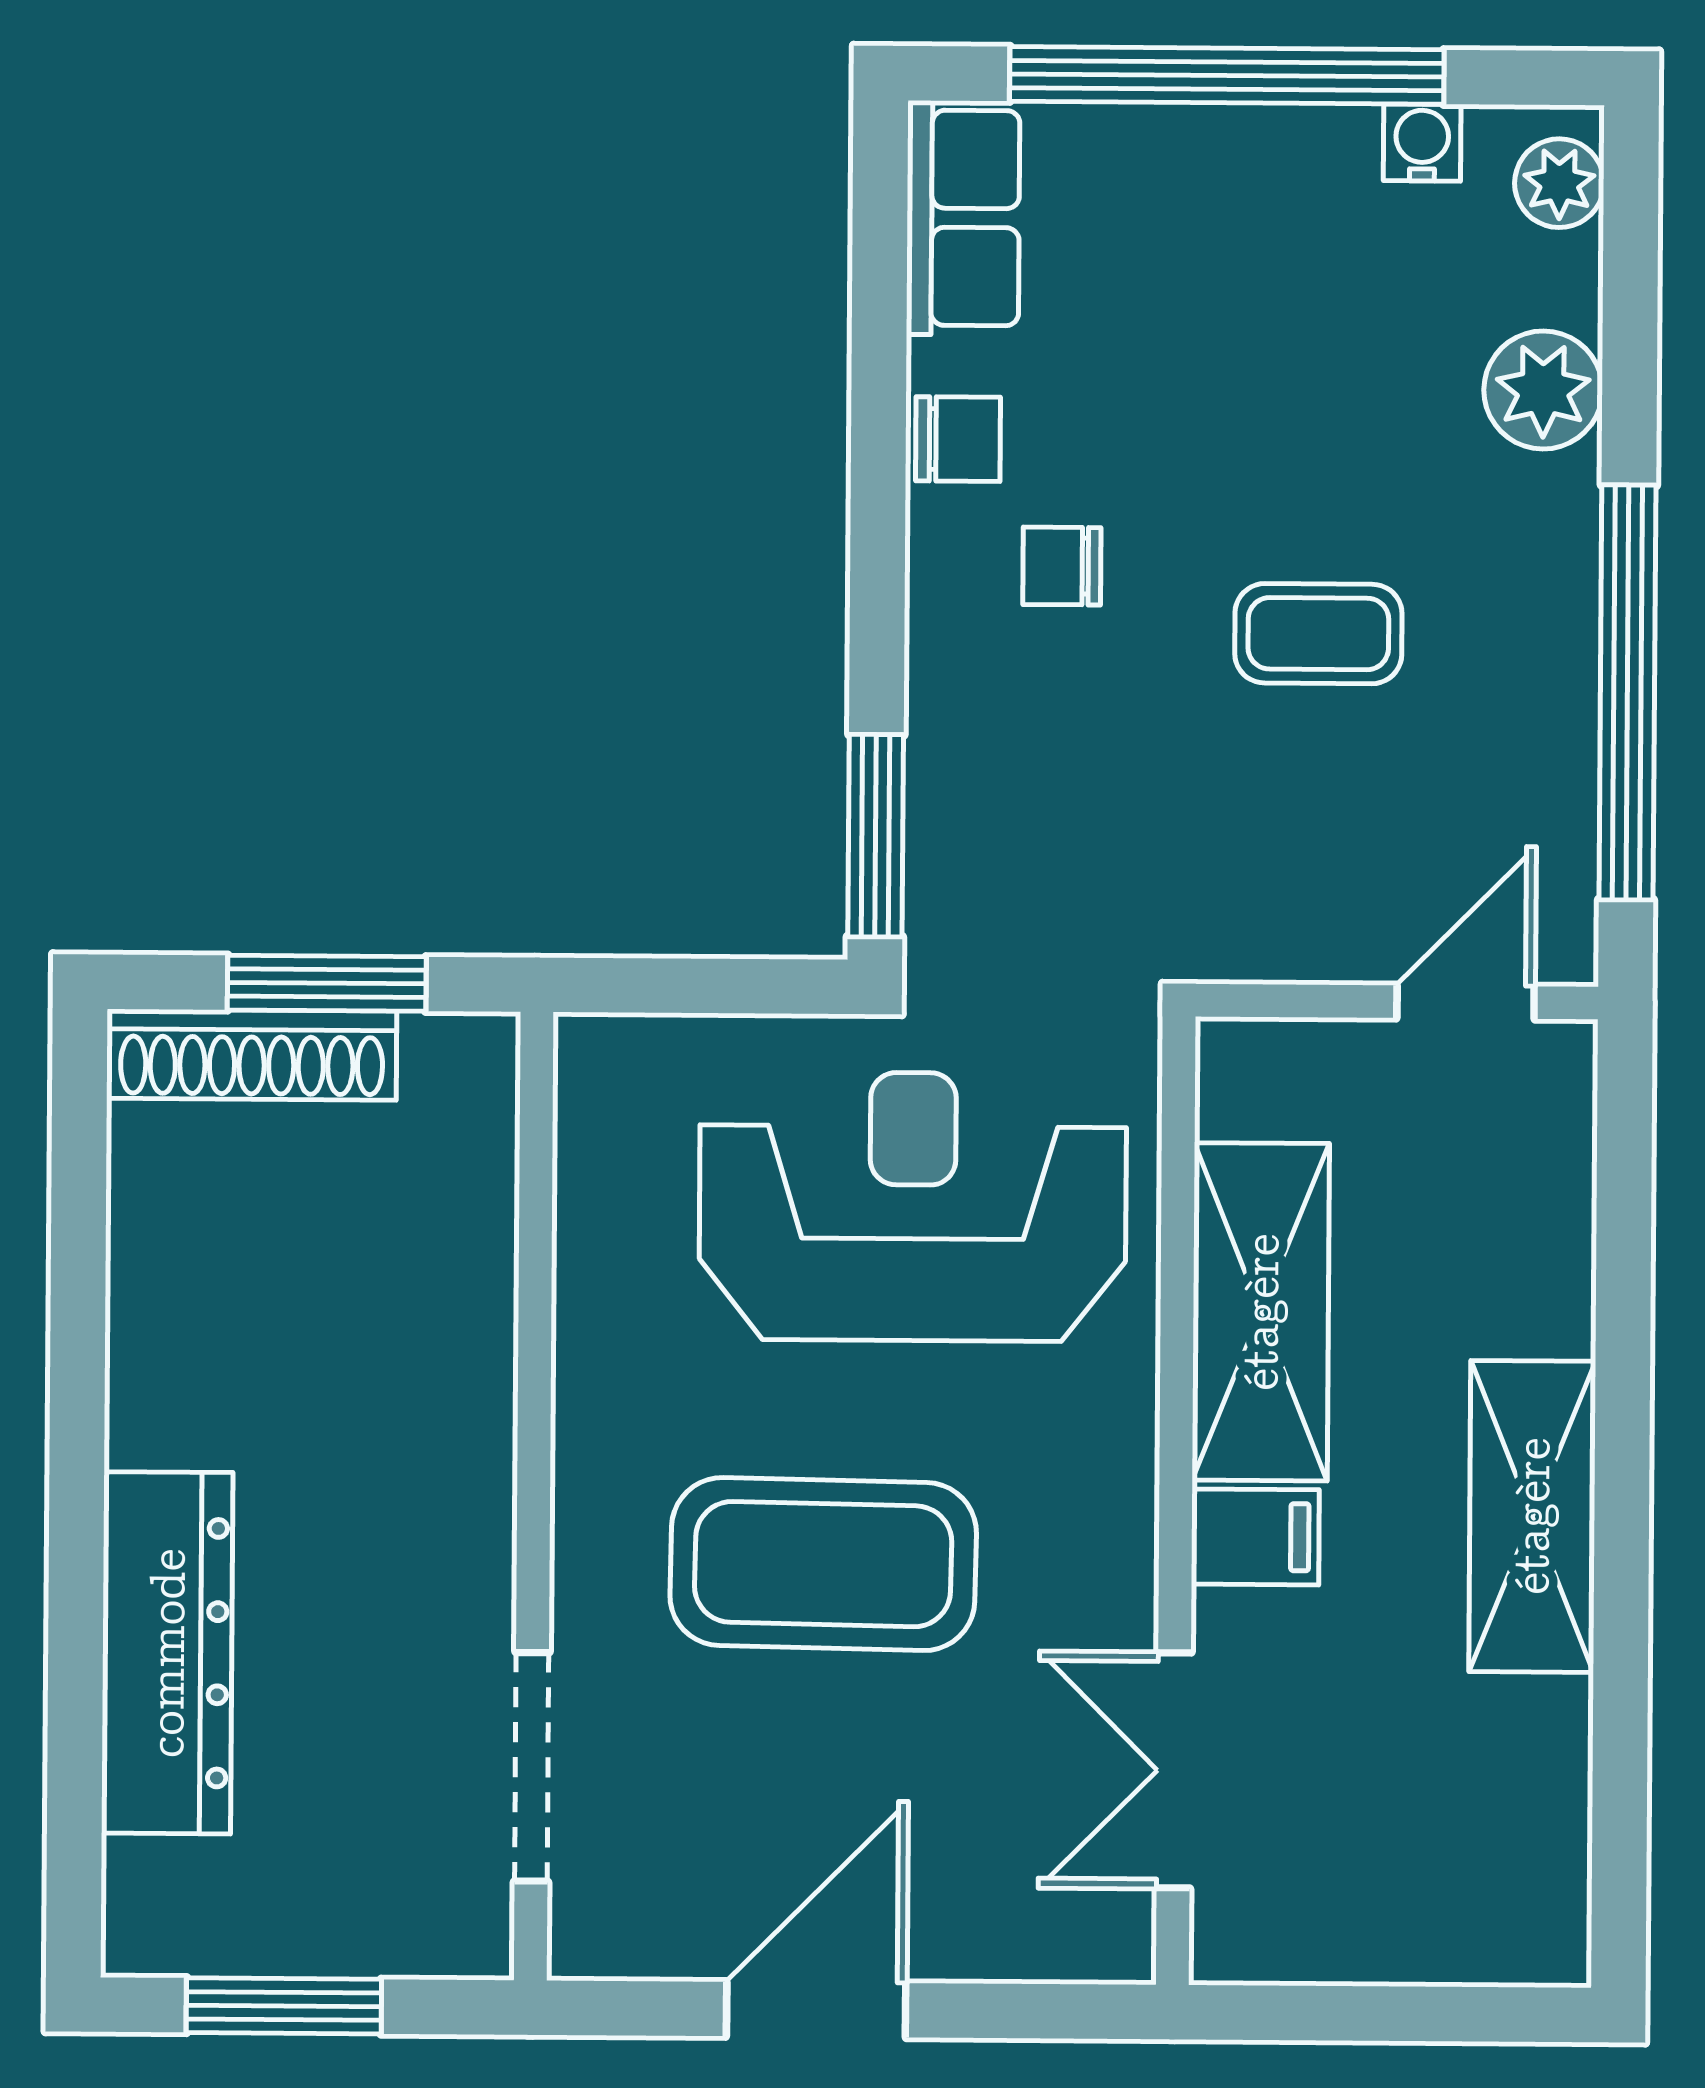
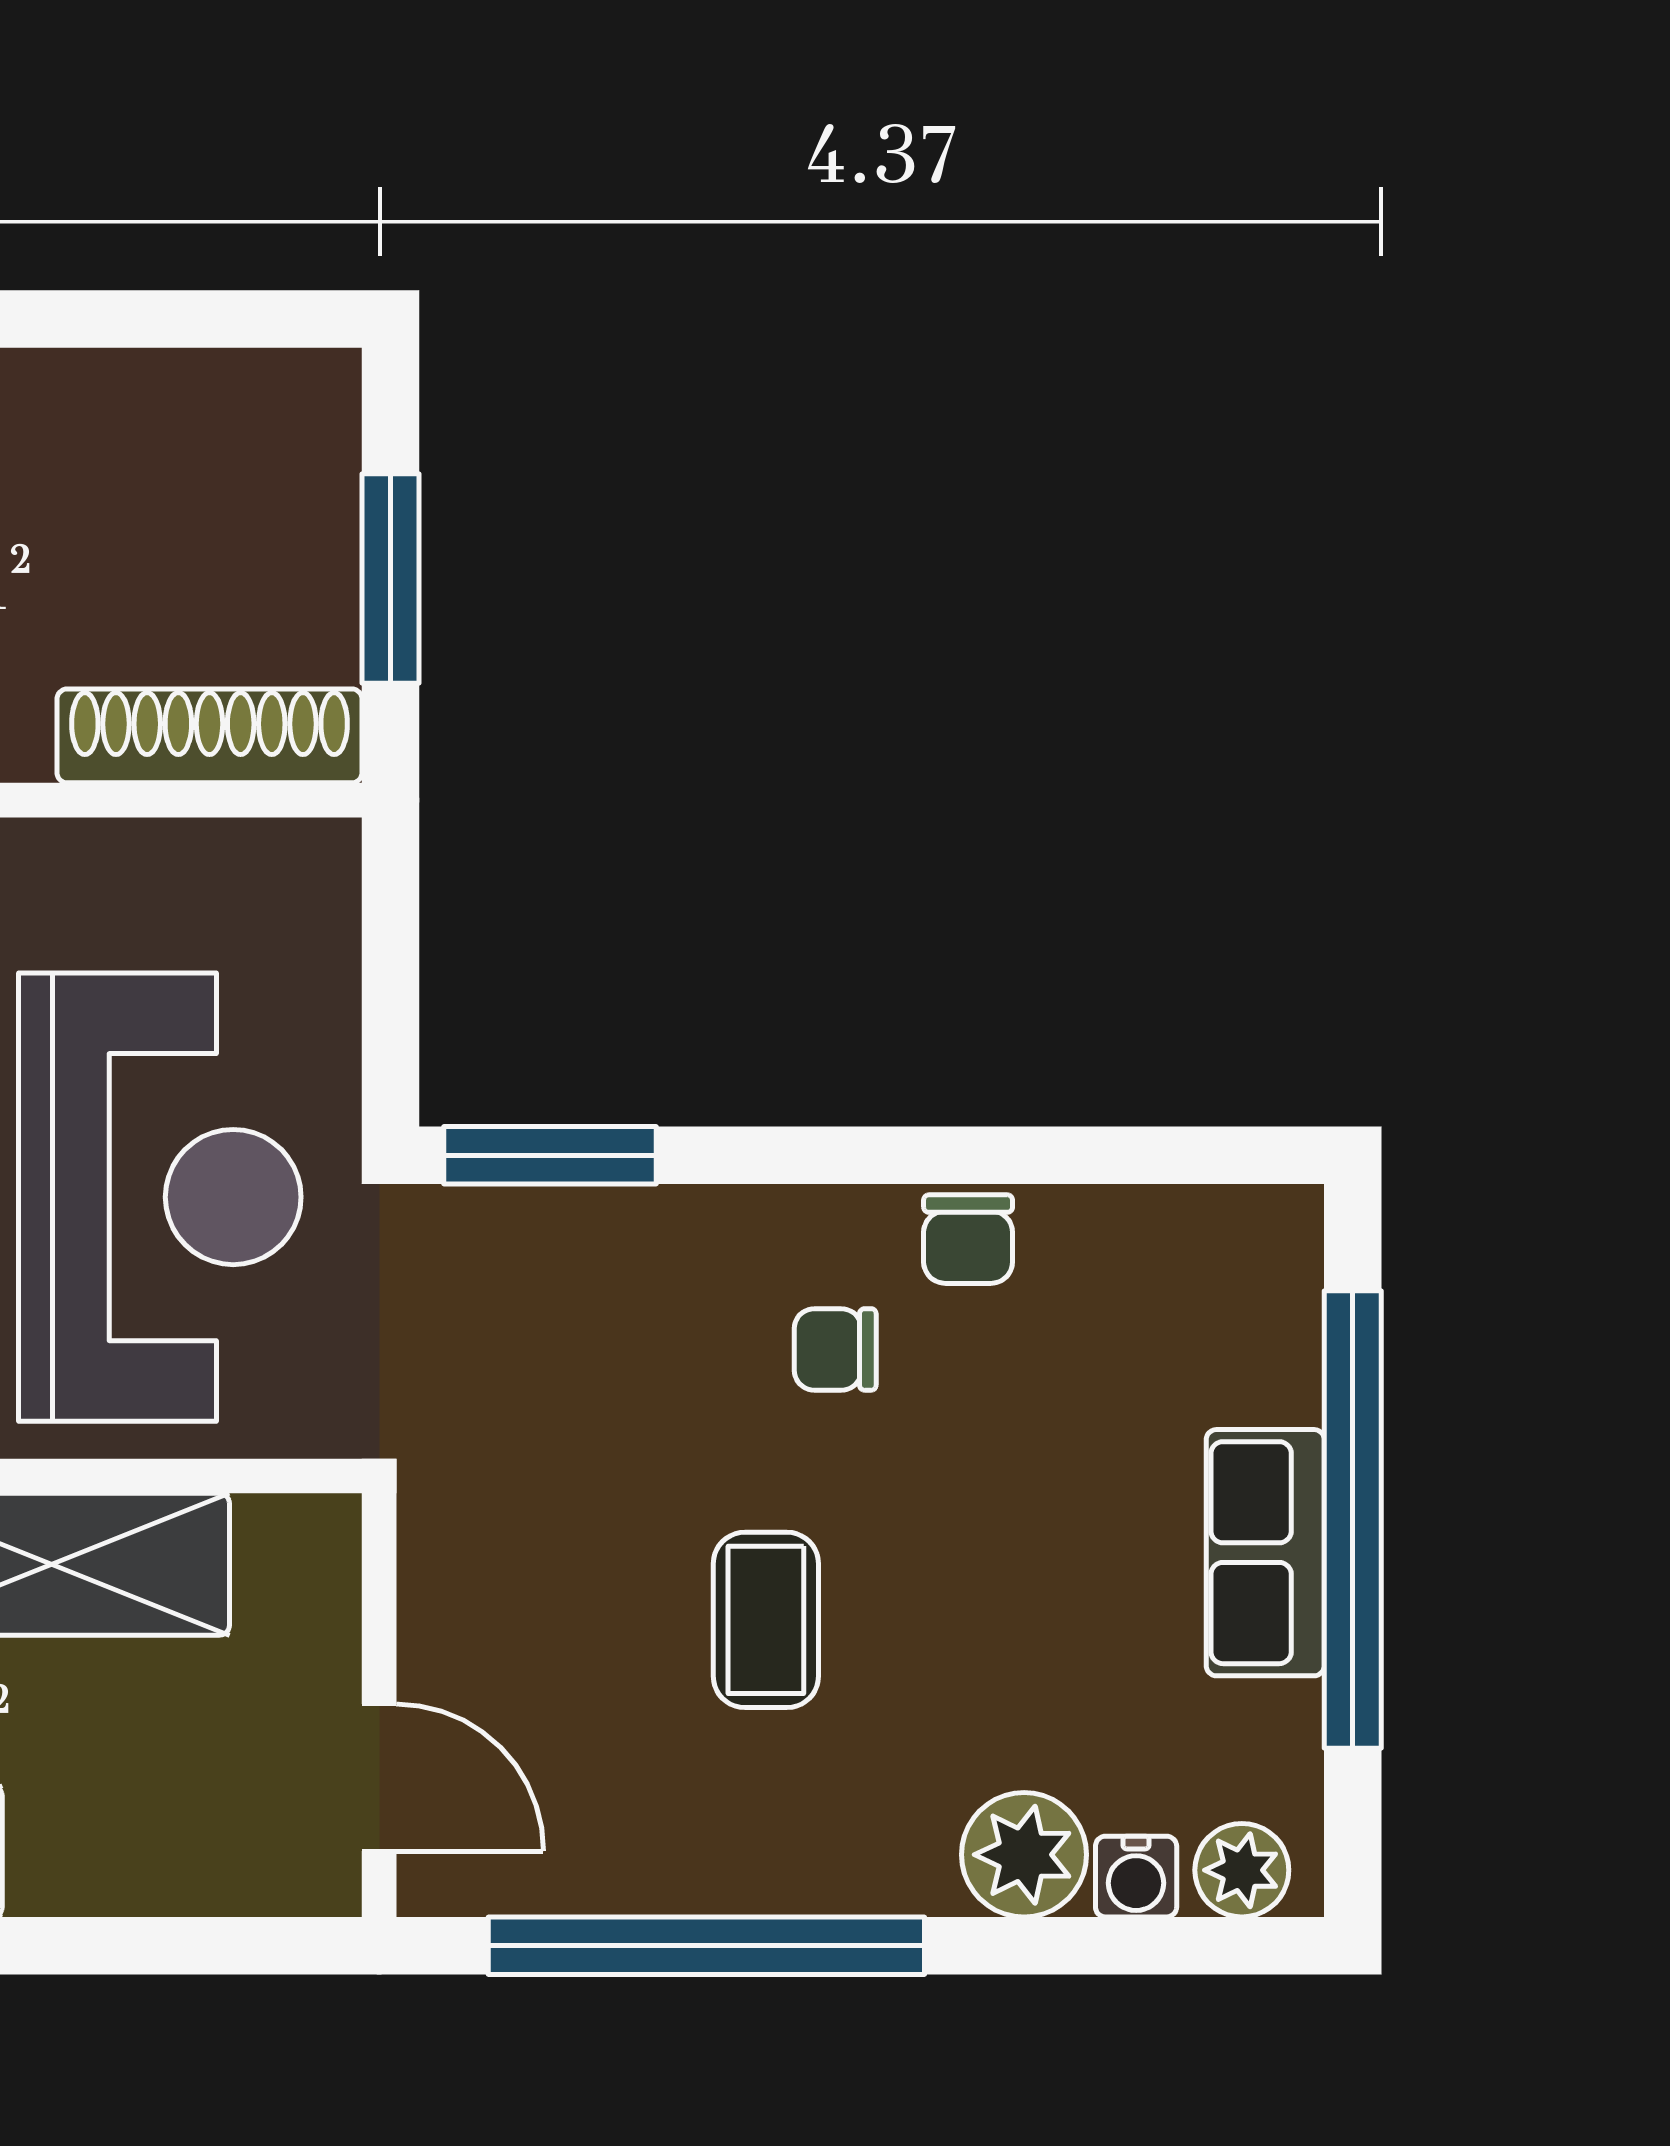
water cooler: (1422, 143) -> (1136, 1877), moved, turned 90
row of seats: (963, 218) -> (1265, 1553), moved, turned 90
chair: (1062, 566) -> (835, 1349), turned -90
shoe rack: (252, 1055) -> (210, 736), moved, turned 90

